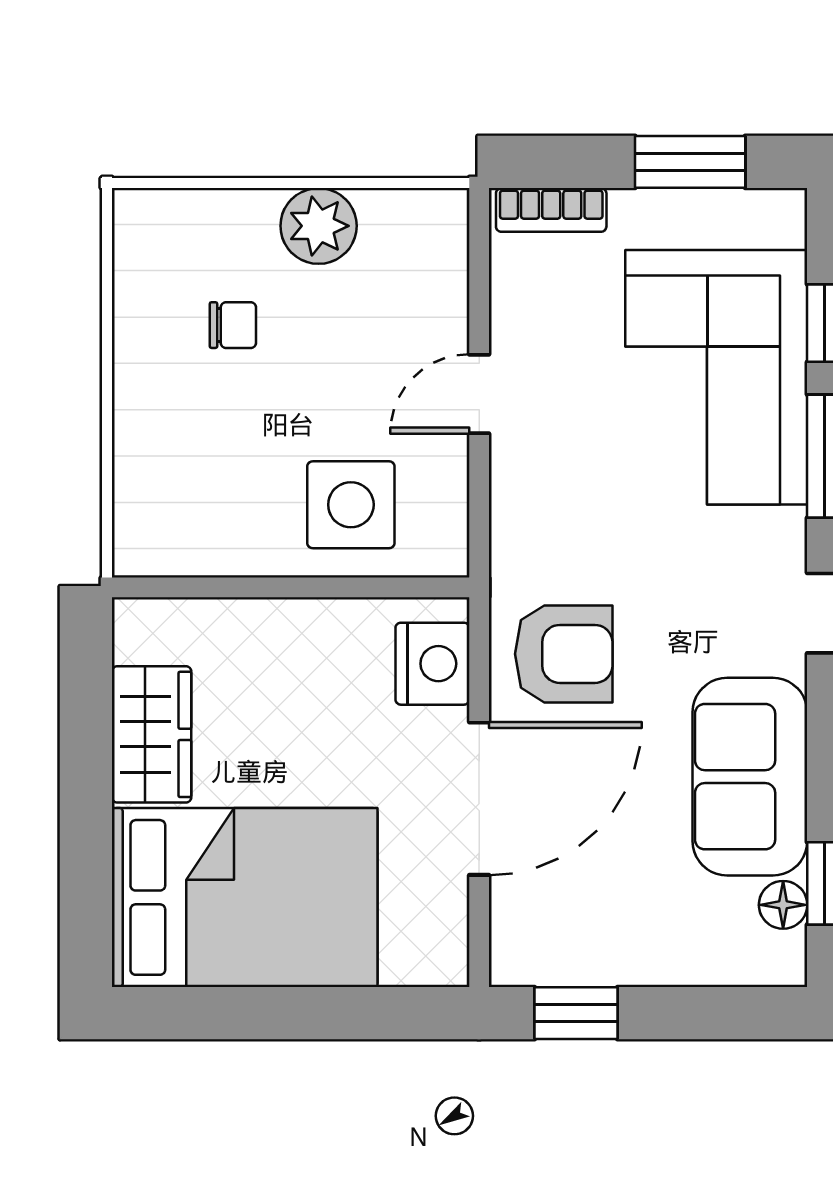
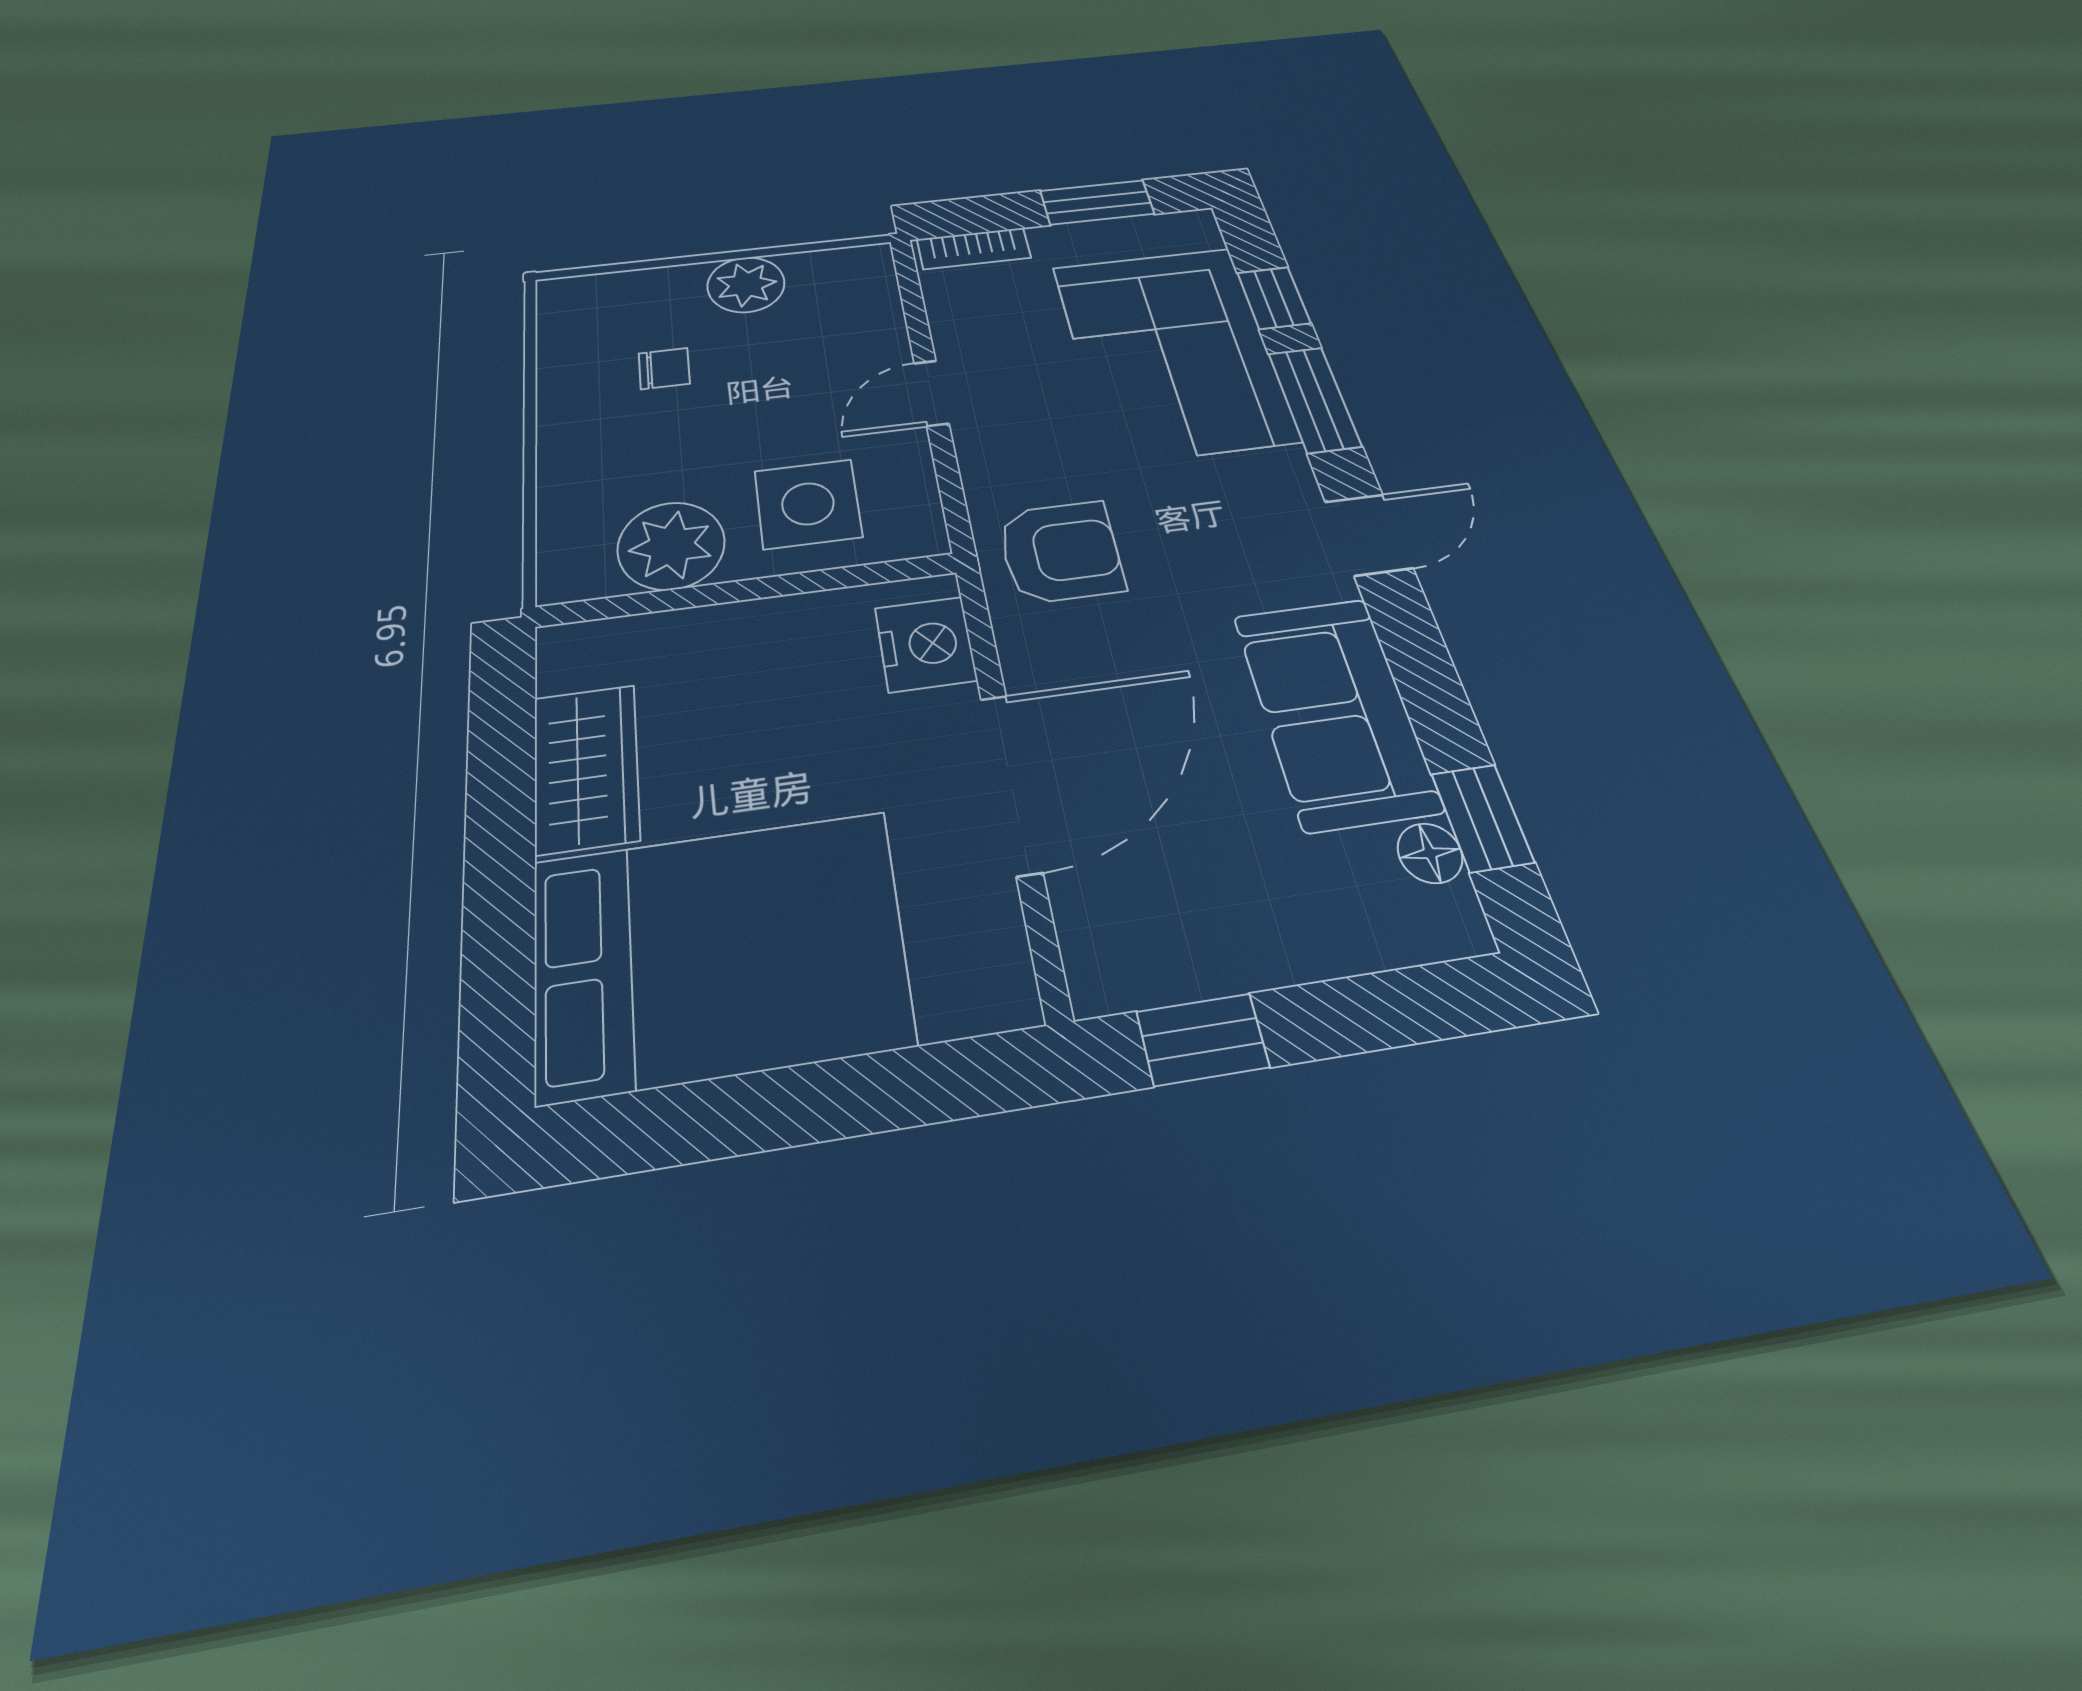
plant: (229, 532) -> (671, 546), added
armchair: (564, 654) -> (1061, 552), moved

